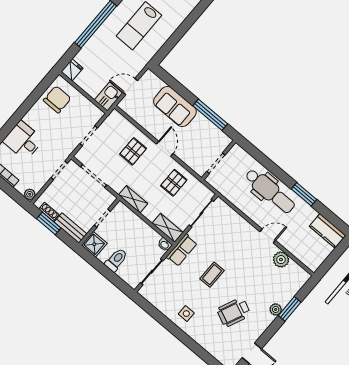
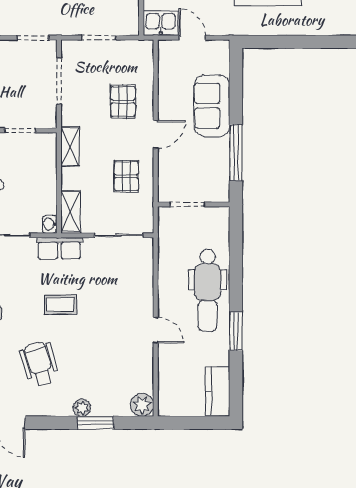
pallet: (133, 151) -> (123, 102), turned 90
pallet: (174, 183) -> (126, 176), turned 90
plant: (281, 260) -> (142, 405), moved
wheelchair: (234, 312) -> (40, 364), turned 50

